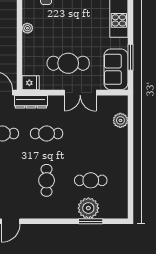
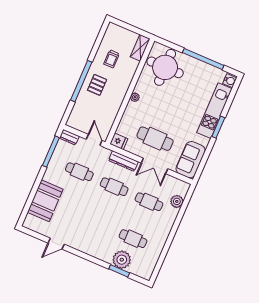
window: (131, 57) -> (218, 127), moved
dresser: (31, 102) -> (123, 161), moved
cafe table: (47, 180) -> (149, 202), moved, turned 90

